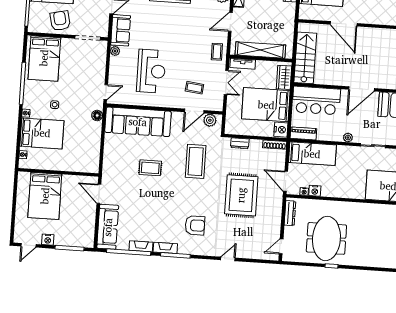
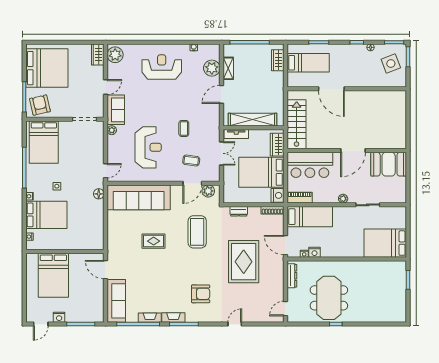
armchair: (60, 21) -> (40, 105), moved
coffee table: (217, 52) -> (184, 128), moved

